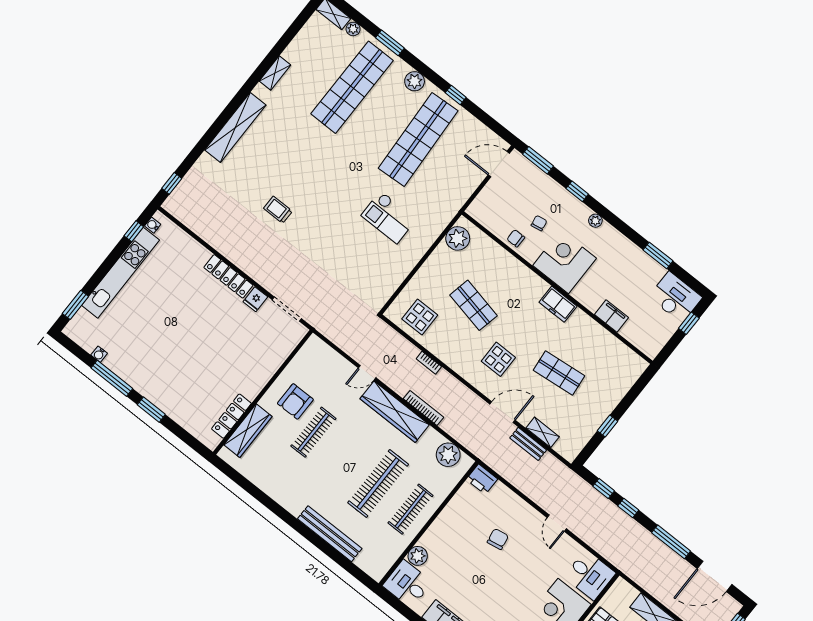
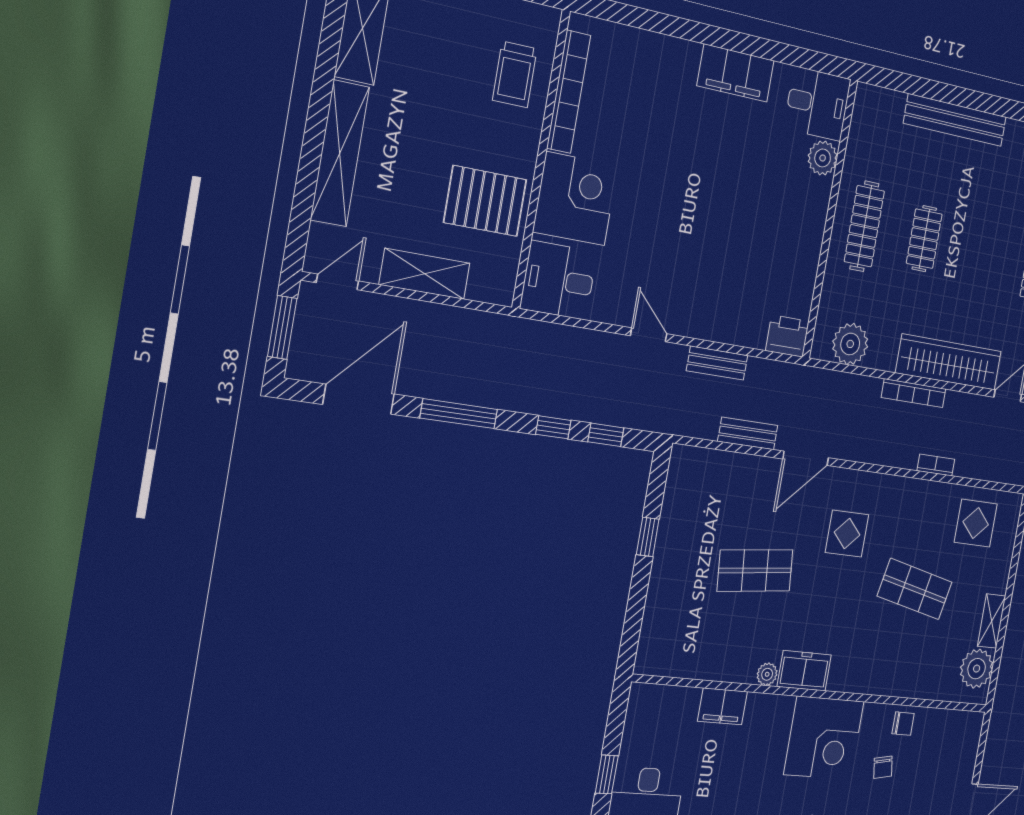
plant: (579, 316) -> (767, 674), added
shelving: (543, 432) -> (992, 621), moved, turned 90
clothes rail: (378, 484) -> (924, 239), width x0.54, depth x0.76
bench: (527, 488) -> (717, 363), added
chair: (498, 539) -> (722, 255), removed

